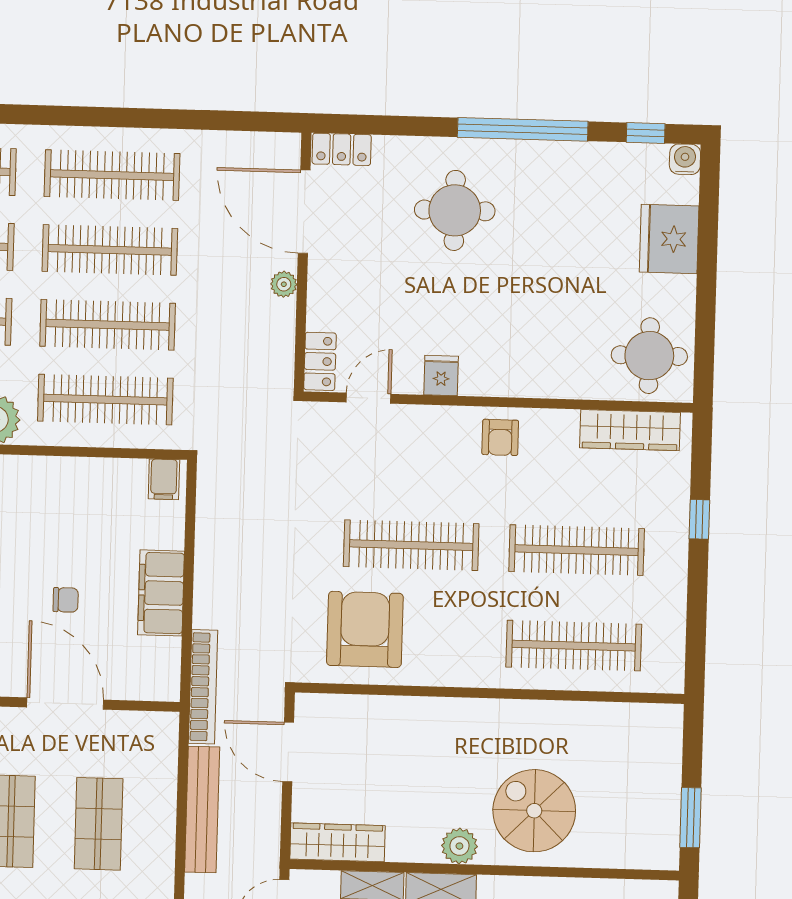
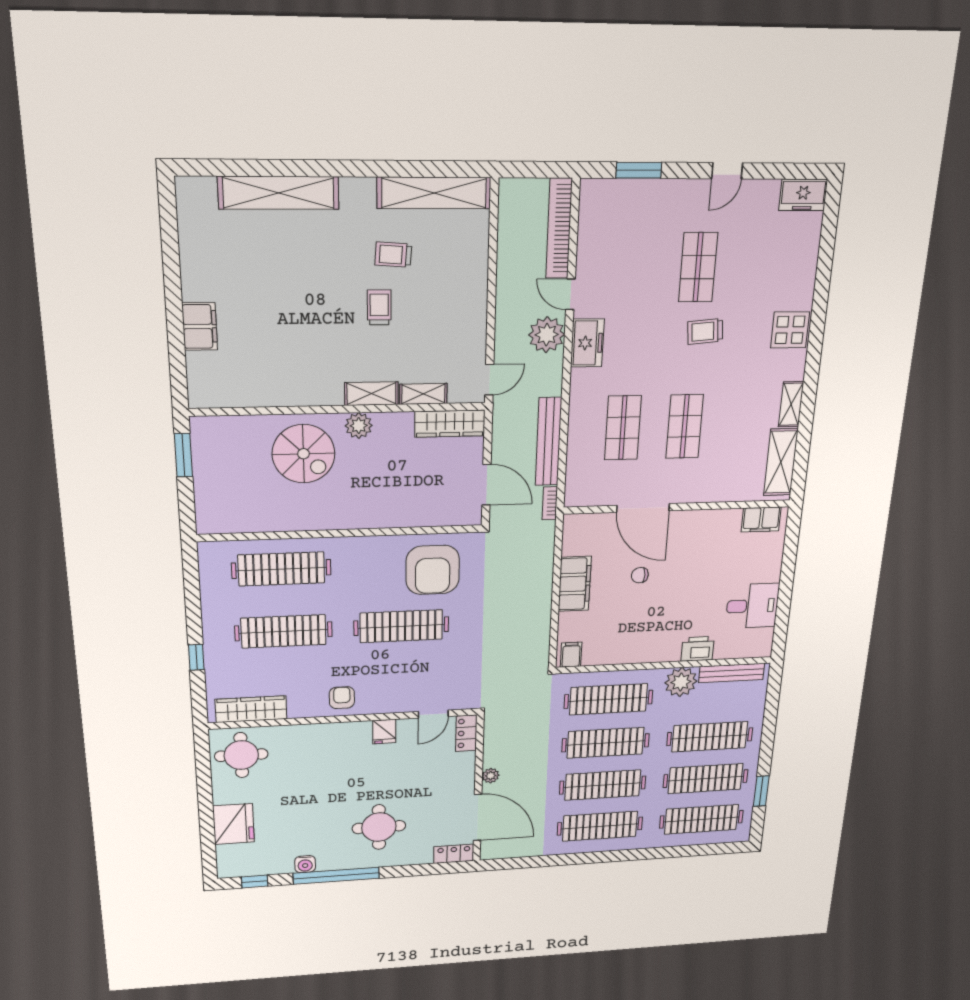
water cooler: (685, 159) -> (305, 864), moved
bookcase: (203, 687) -> (550, 503), width x0.43, depth x0.76

